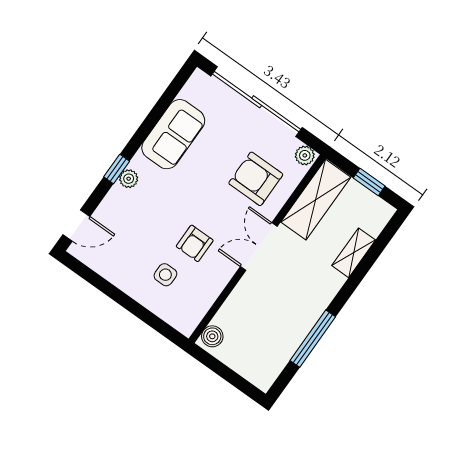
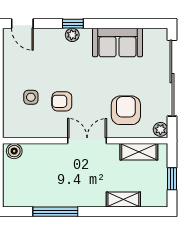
shelving: (316, 200) -> (139, 152), width x0.67, depth x0.75

